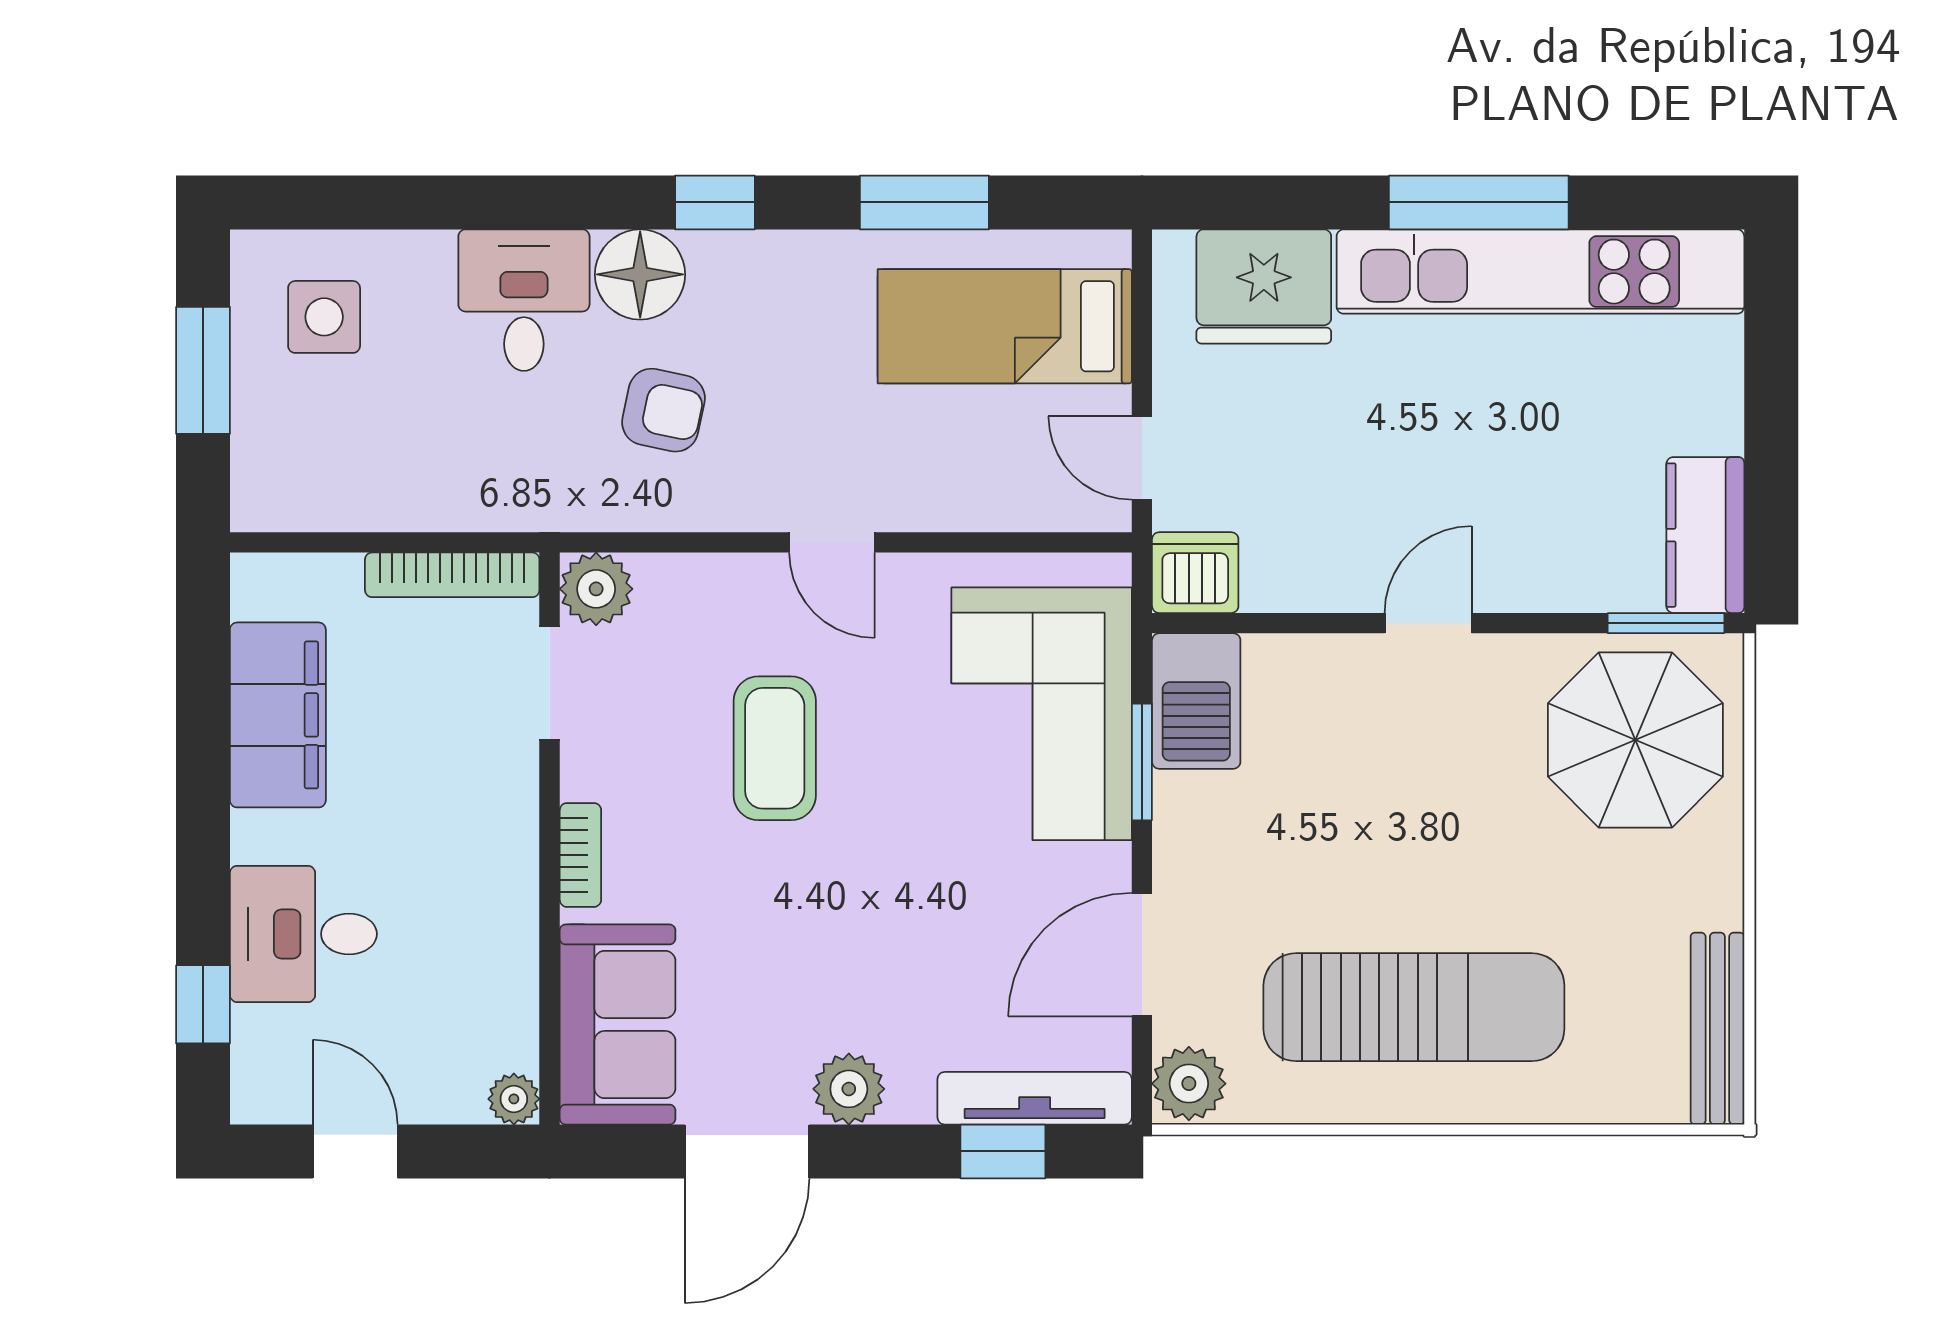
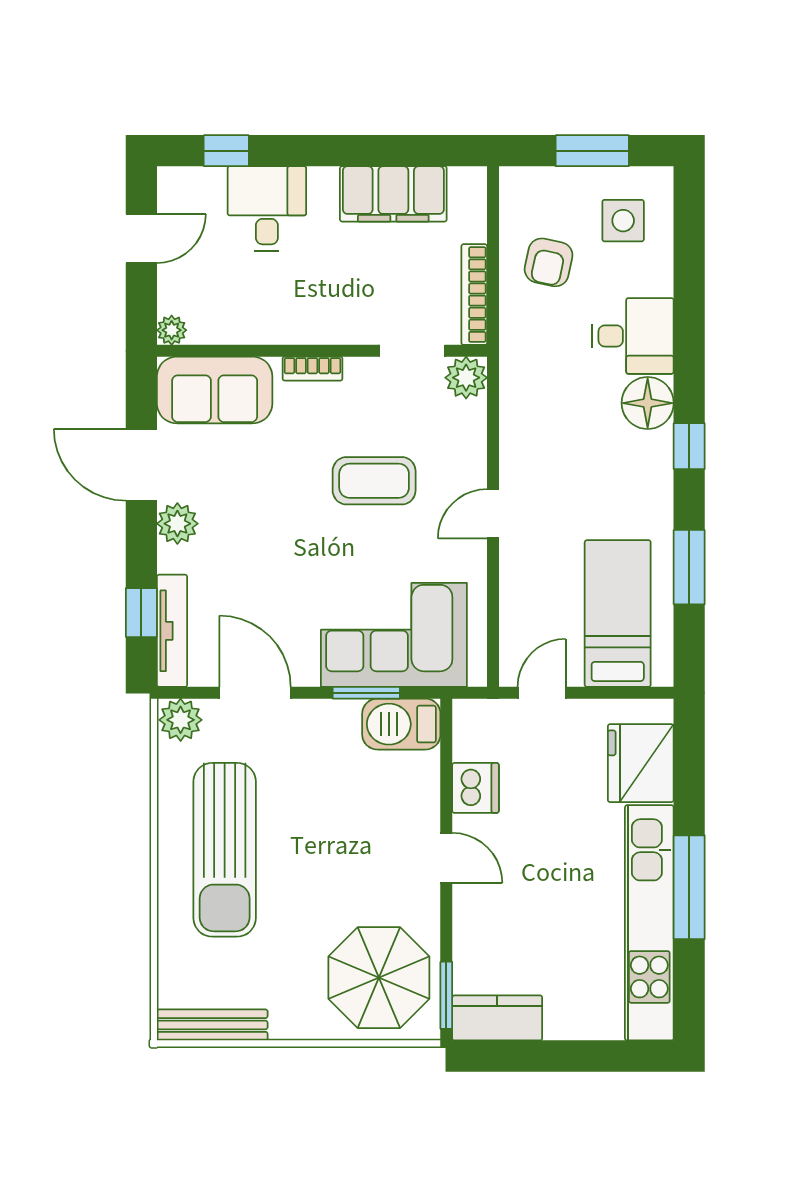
armchair: (663, 410) -> (549, 262), moved
dishwasher: (1195, 573) -> (475, 788), moved

